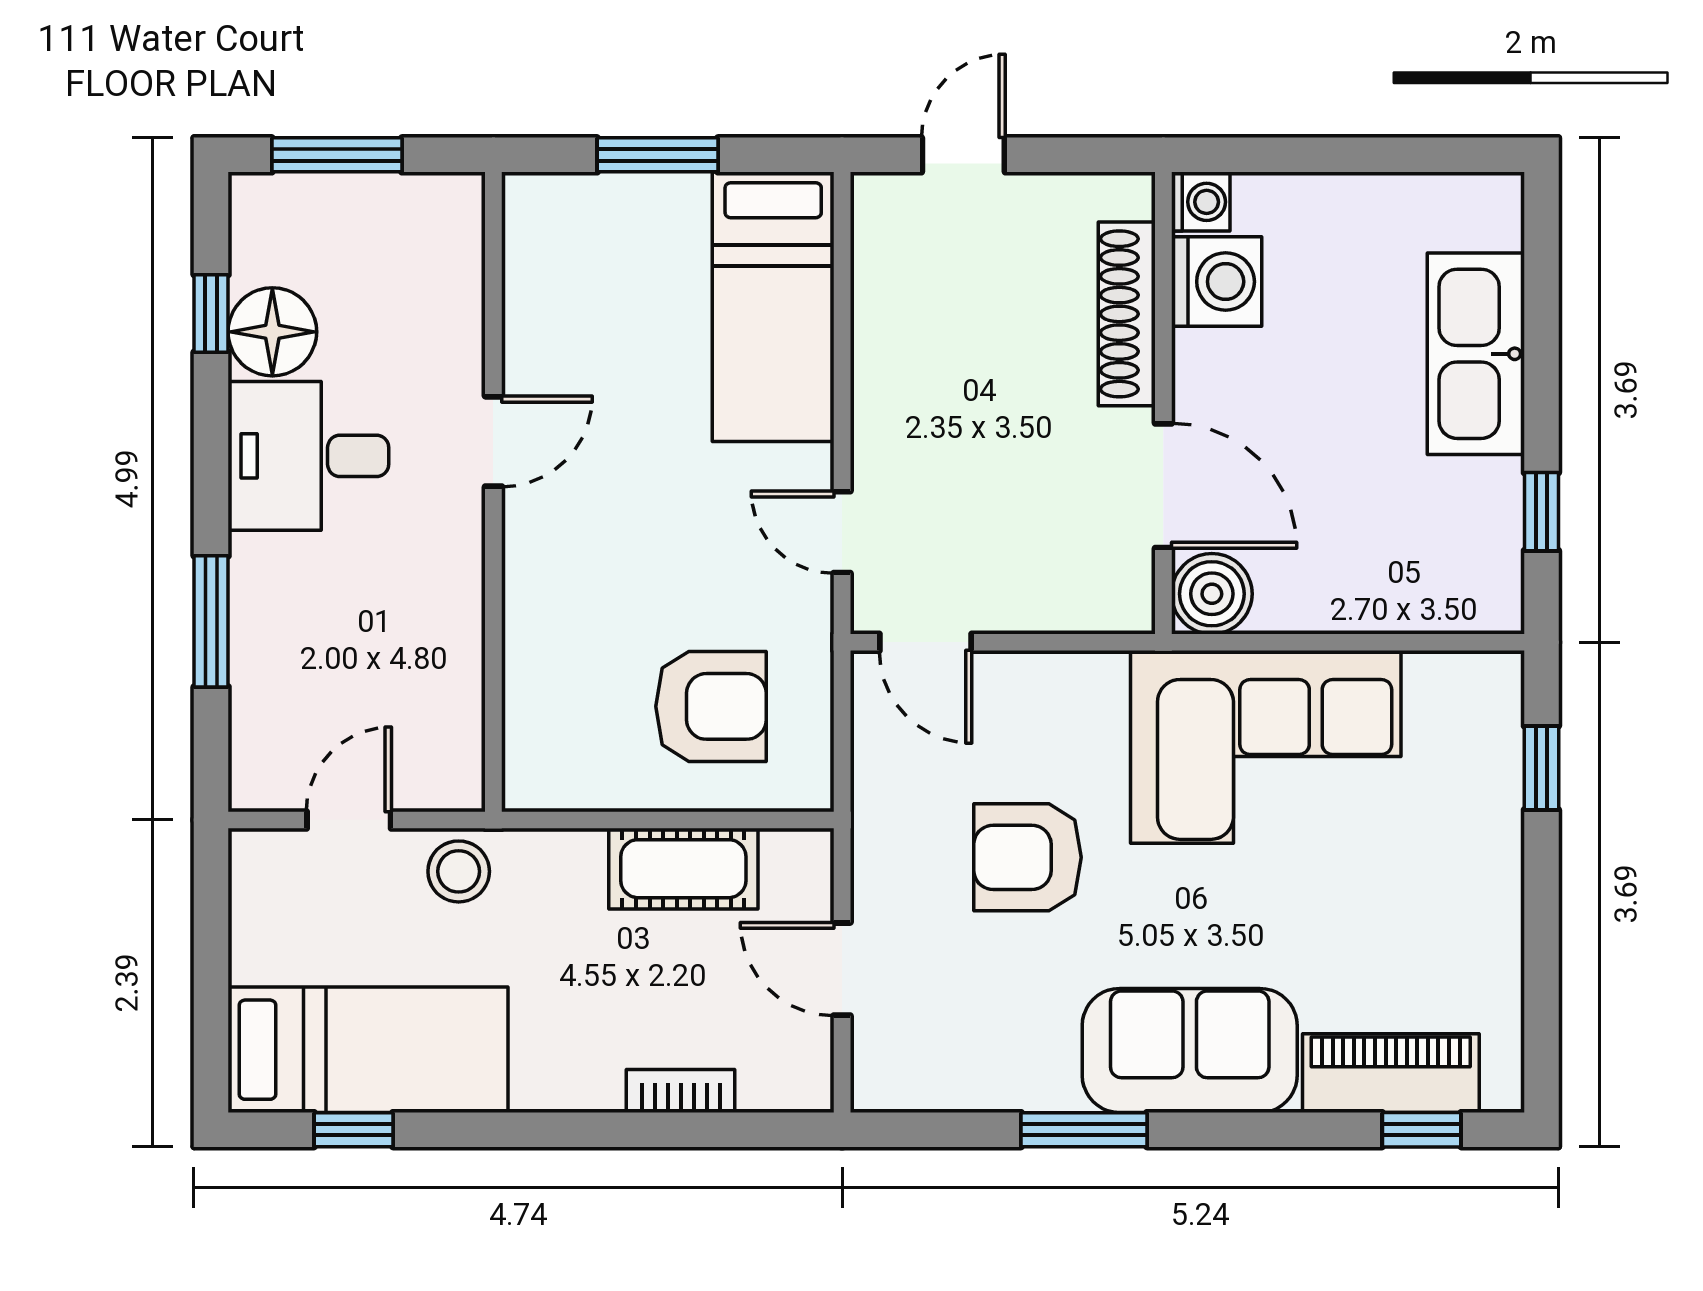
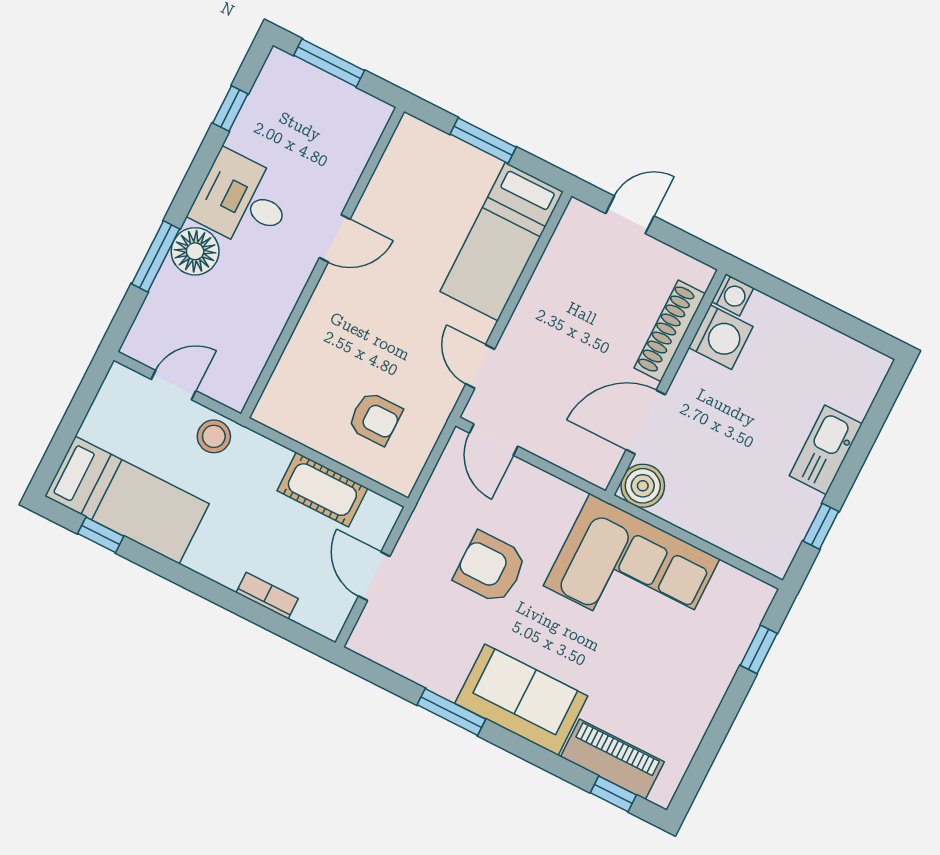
floor lamp: (272, 332) -> (195, 251), moved
kitchen sink: (1476, 354) -> (826, 450), width x0.73, depth x0.81
door: (1163, 486) -> (646, 422), swing flipped
armchair: (711, 706) -> (375, 418), width x0.72, depth x0.72

